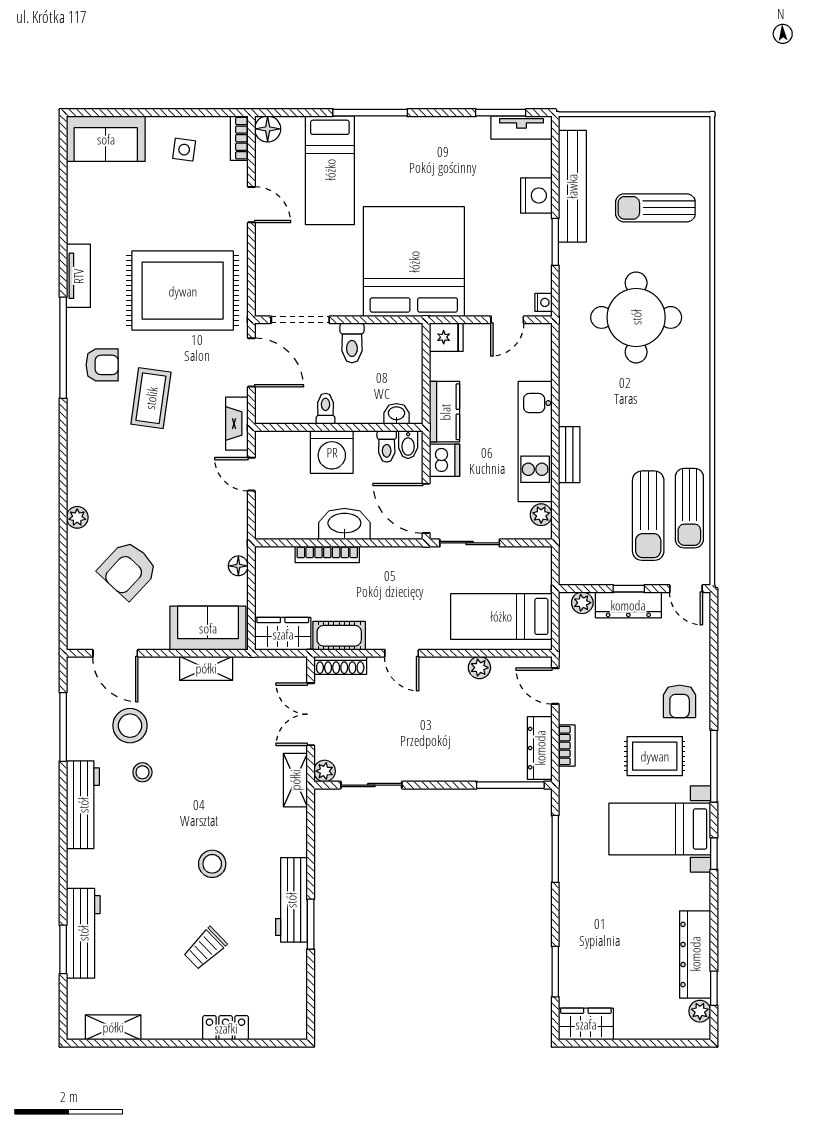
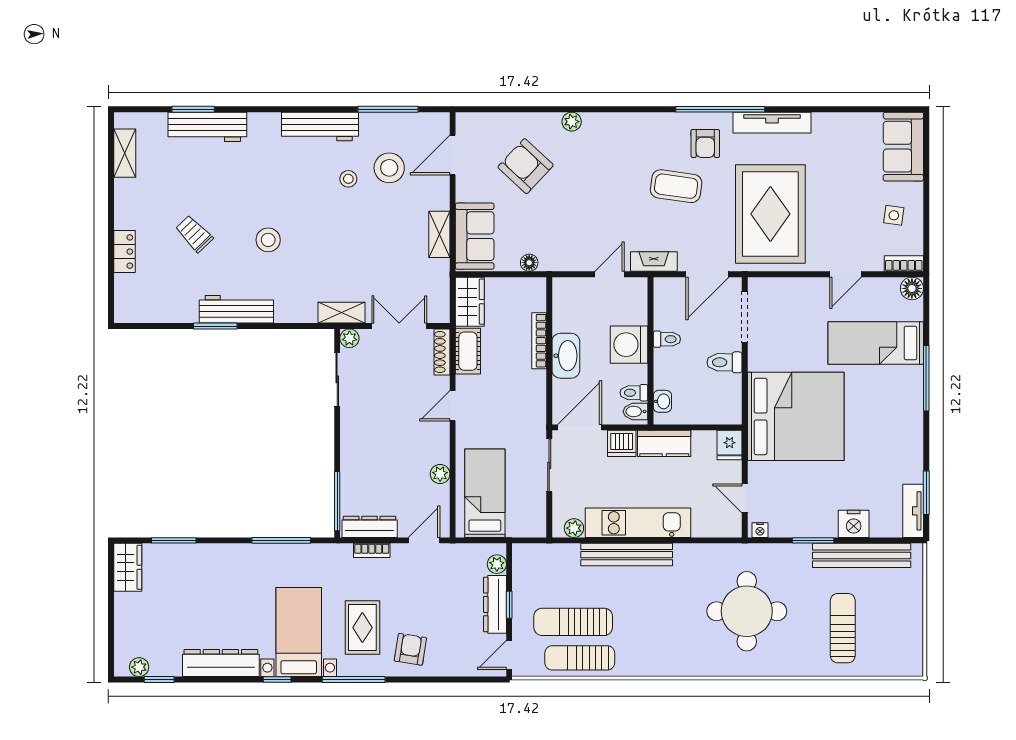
tv unit: (78, 276) -> (772, 123), width x1.41
bench: (569, 455) -> (627, 555), width x1.86, depth x1.21
armchair: (680, 701) -> (410, 649), turned 99
dresser: (695, 954) -> (221, 663), moved

